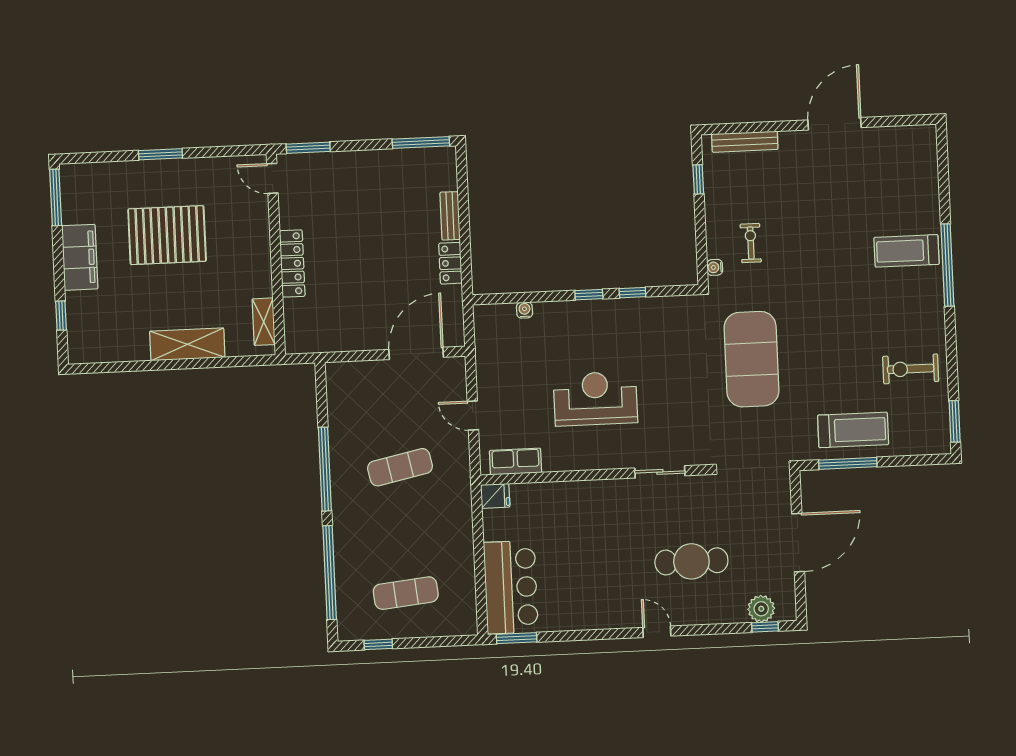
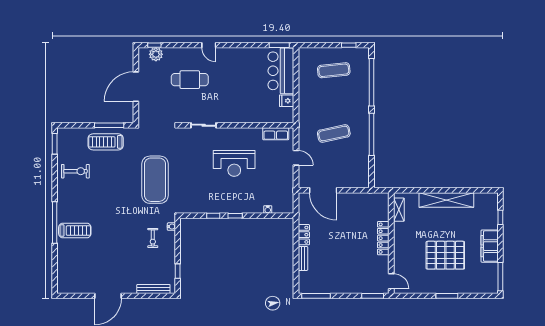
shelving: (187, 344) -> (446, 200), width x1.47
door: (416, 353) -> (323, 190), hinge flipped
fridge: (495, 496) -> (287, 101), moved

